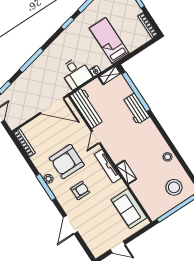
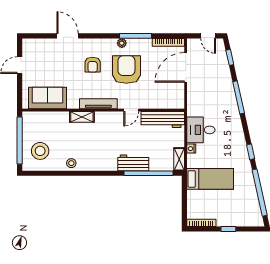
door: (52, 106) -> (186, 67), moved
door: (96, 137) -> (131, 110), swing flipped
window: (46, 187) -> (135, 36), moved

